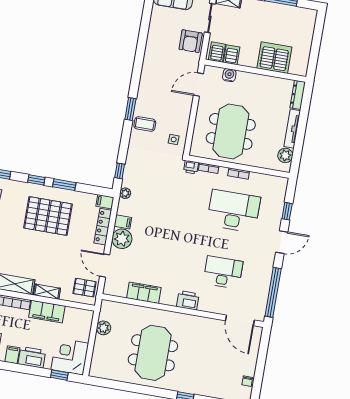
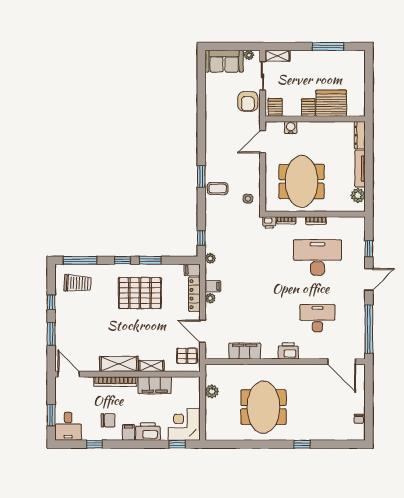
server rack: (232, 55) -> (308, 108), moved
plant: (122, 239) -> (210, 298), width x0.53, depth x0.53

